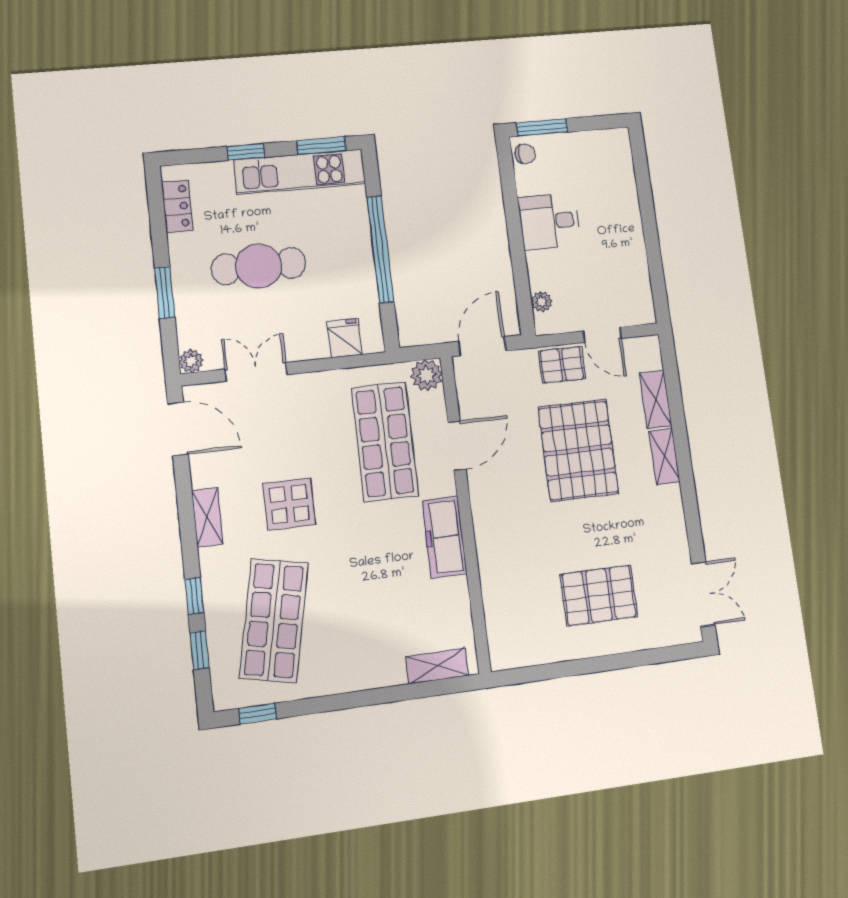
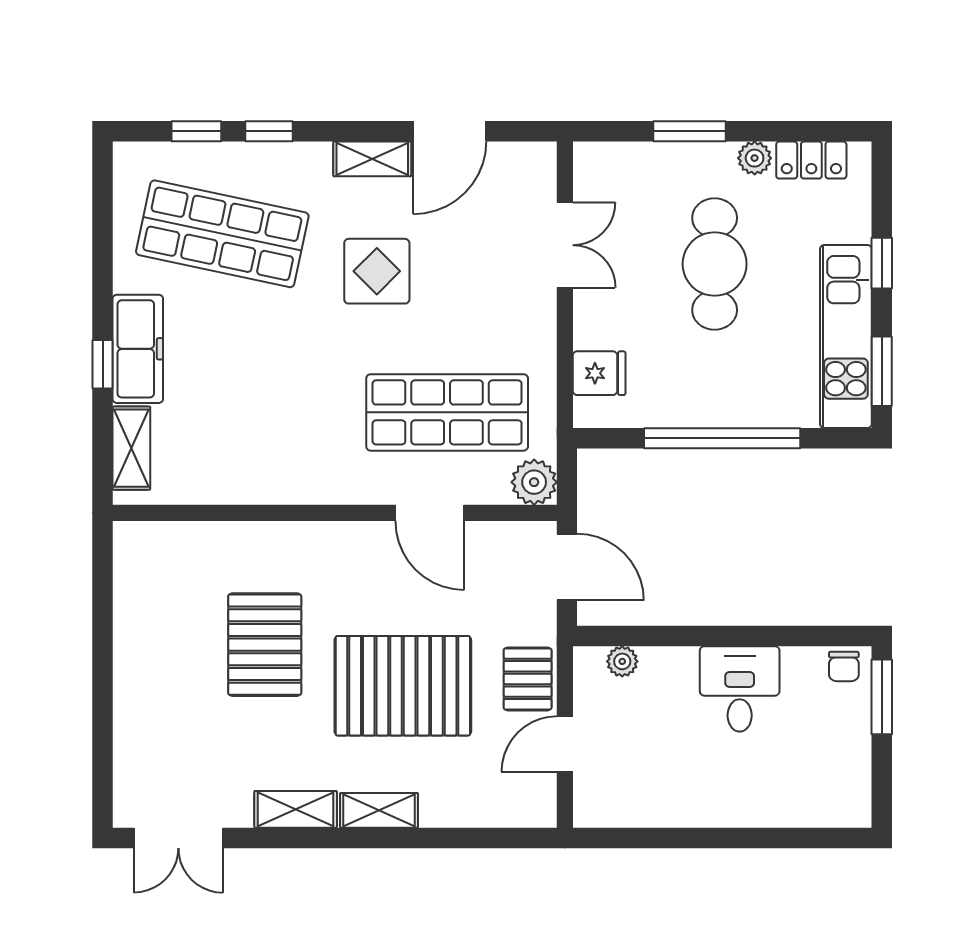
plant: (191, 361) -> (755, 158), moved
shelving: (656, 400) -> (296, 809), moved
door: (178, 429) -> (450, 131), moved
freezer: (444, 537) -> (138, 349), moved, turned 90
pallet: (599, 595) -> (265, 645), moved
window: (258, 714) -> (103, 364), moved

